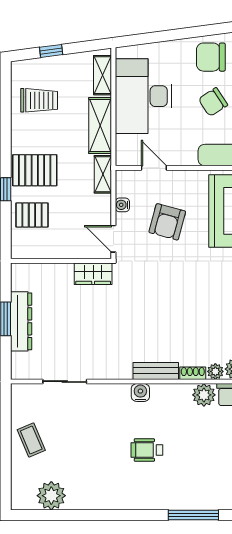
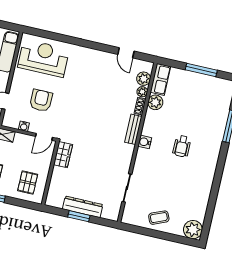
pallet: (32, 215) -> (28, 182), moved
armchair: (167, 222) -> (41, 100), turned -105
plant: (51, 496) -> (193, 230), moved

